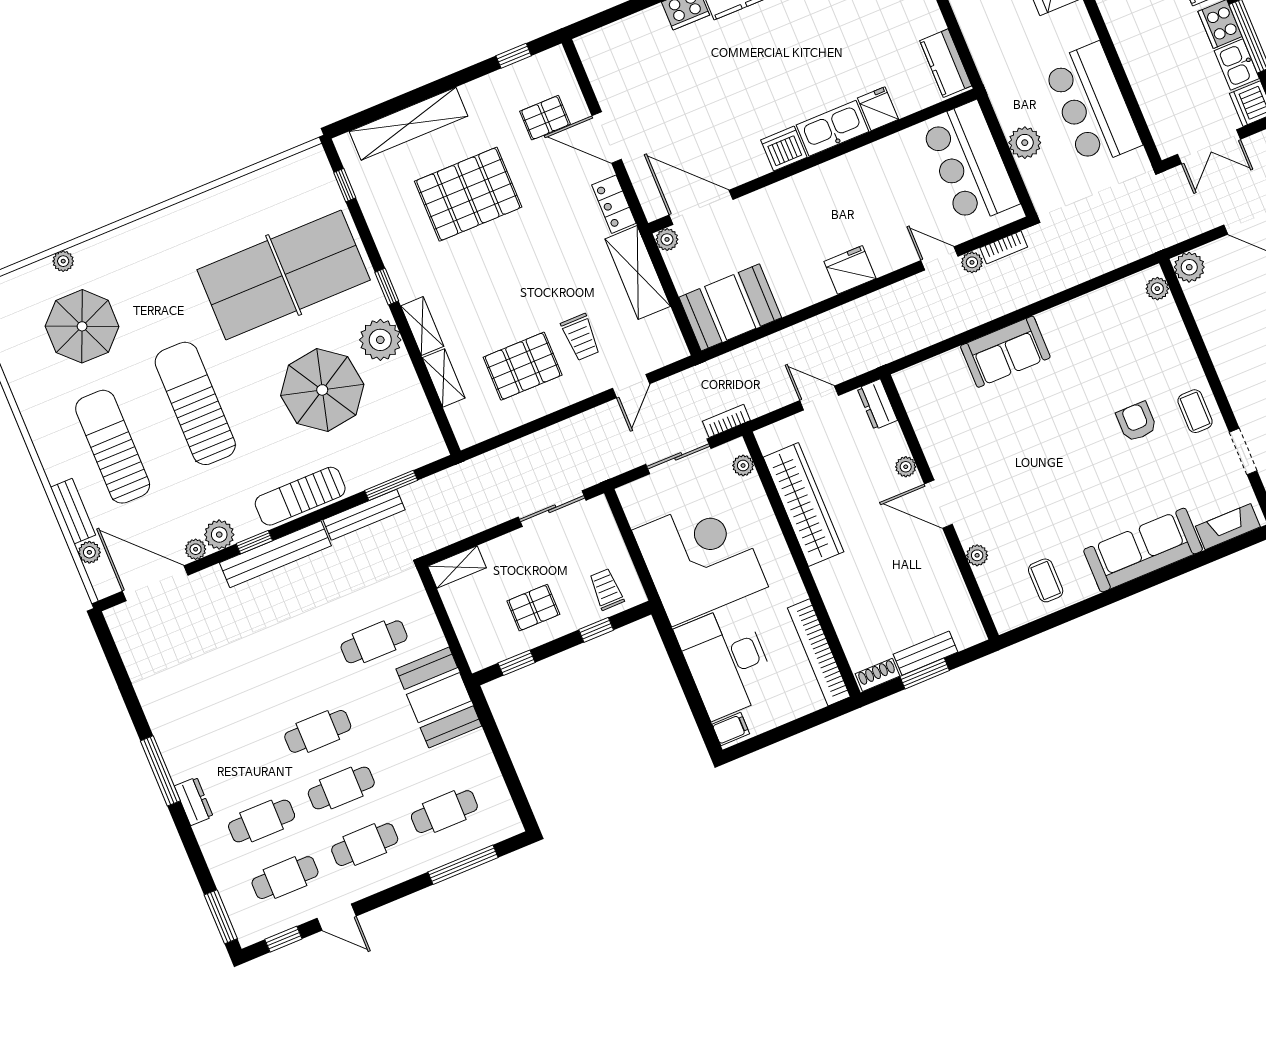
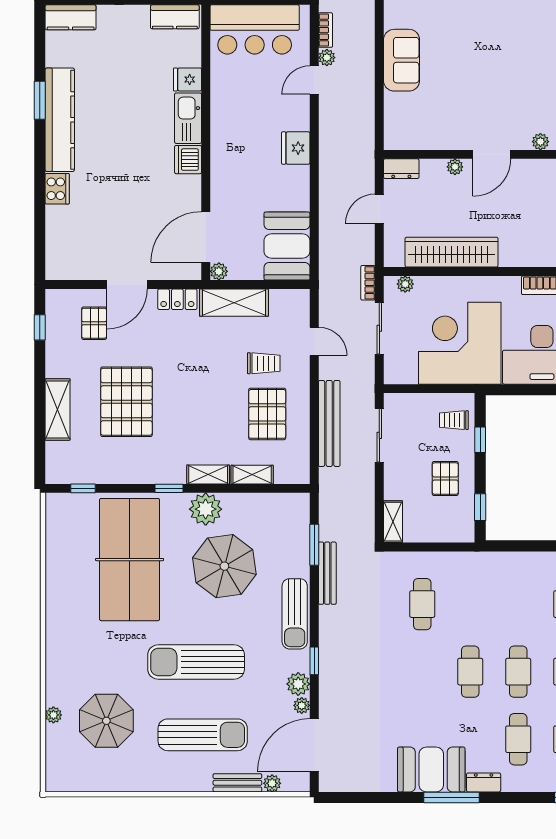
shelving: (408, 124) -> (58, 409), width x0.68
sun lounger: (113, 447) -> (203, 735), turned 180
bench: (275, 554) -> (329, 423), moved
booth: (439, 698) -> (431, 769), moved

